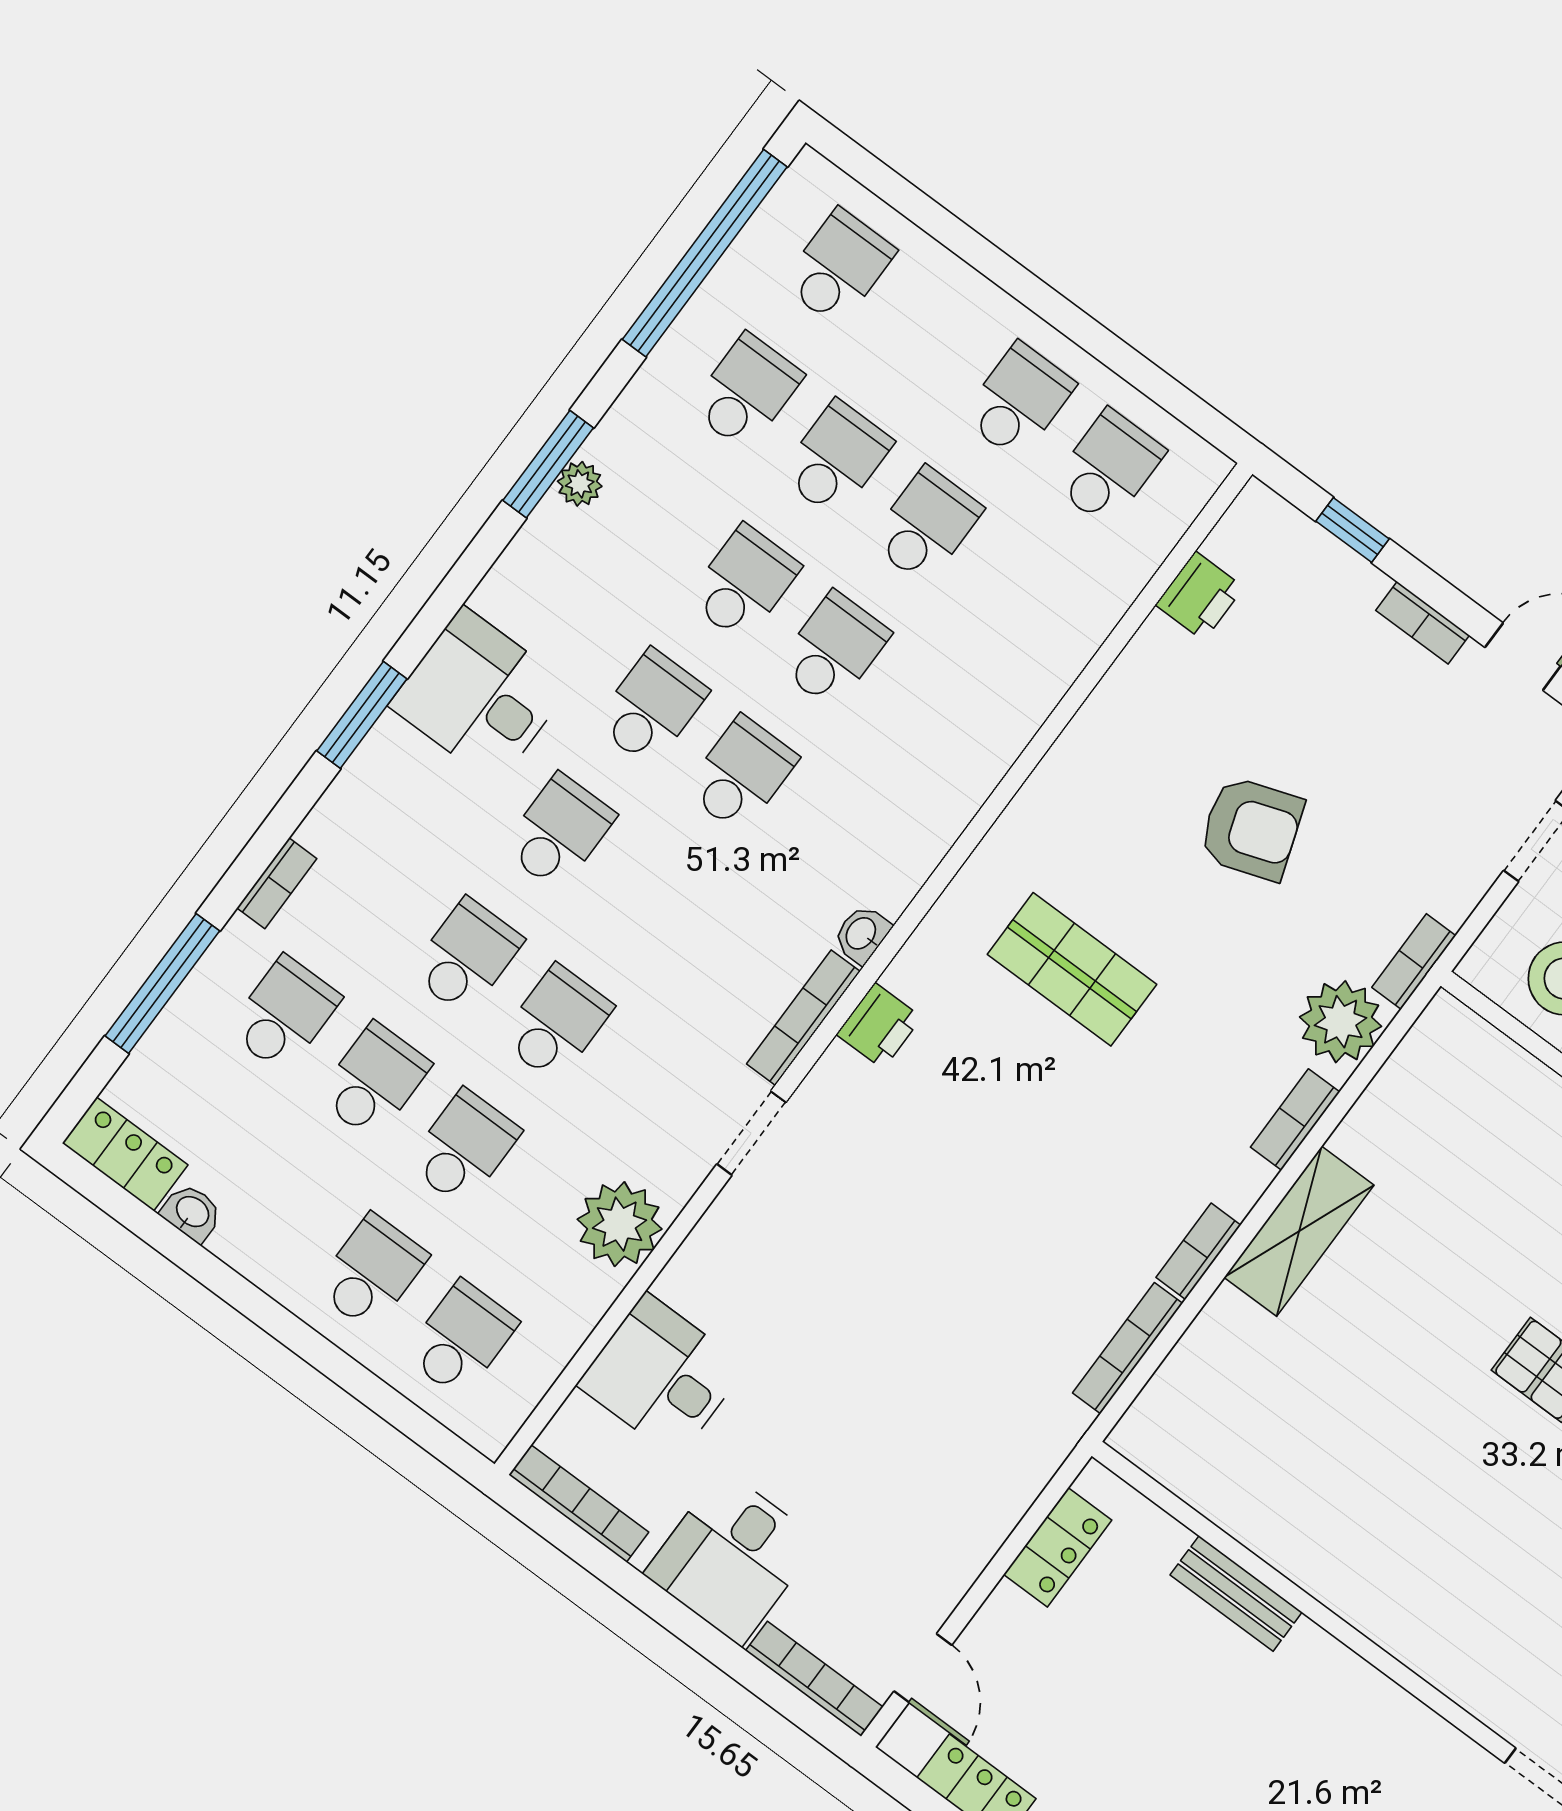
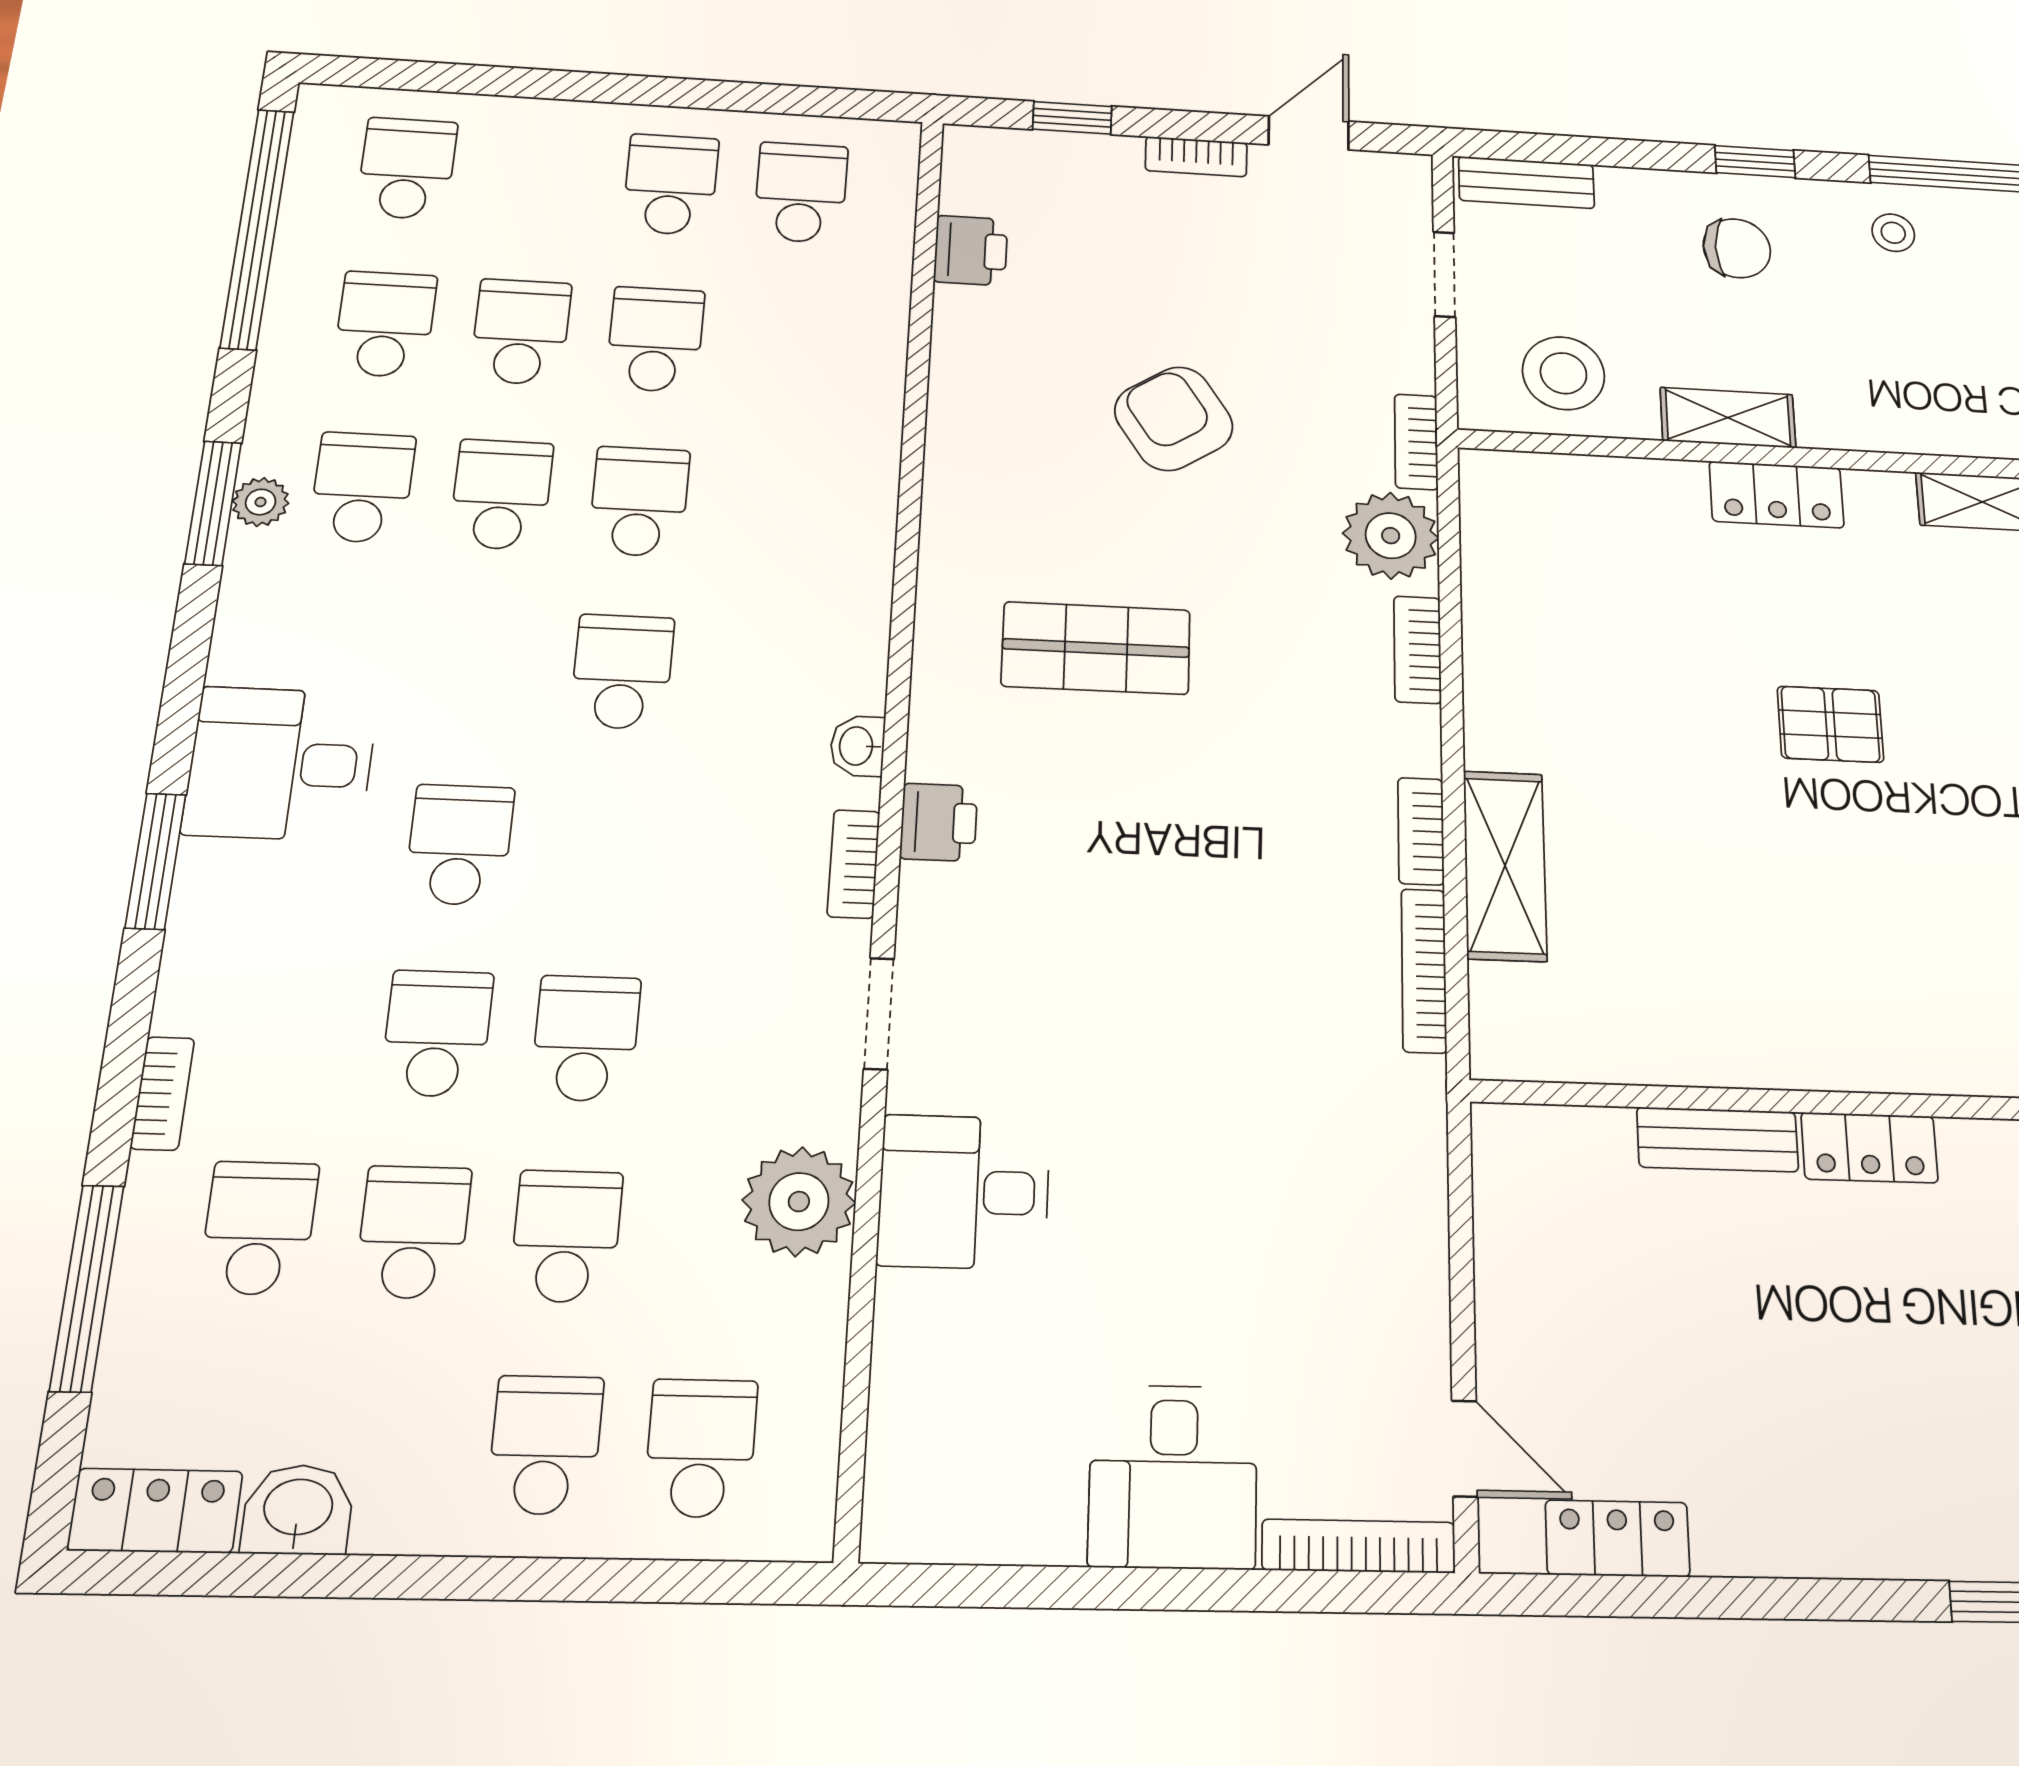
school desk: (651, 708) -> (362, 487), moved
armchair: (1251, 828) -> (1174, 419), turned -104
bookcase: (803, 1018) -> (854, 864), width x0.64
washbasin: (192, 1213) -> (298, 1510), width x1.38, depth x1.45
shelving: (1299, 1231) -> (1505, 866), moved
desk: (662, 1376) -> (964, 1192), moved
bookcase: (579, 1503) -> (961, 1539), removed
locker: (1058, 1547) -> (1869, 1148), moved, turned 90

